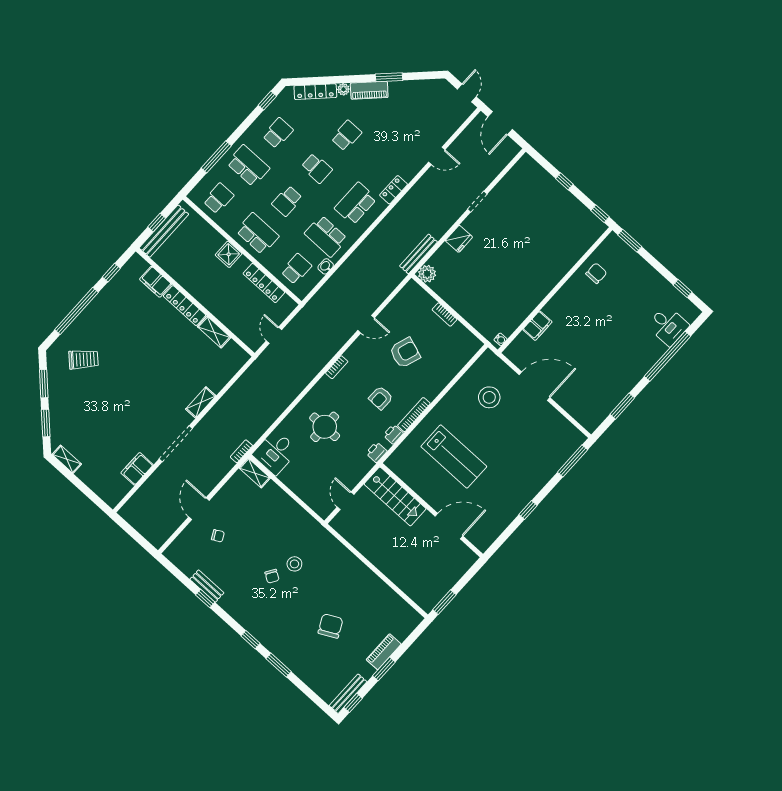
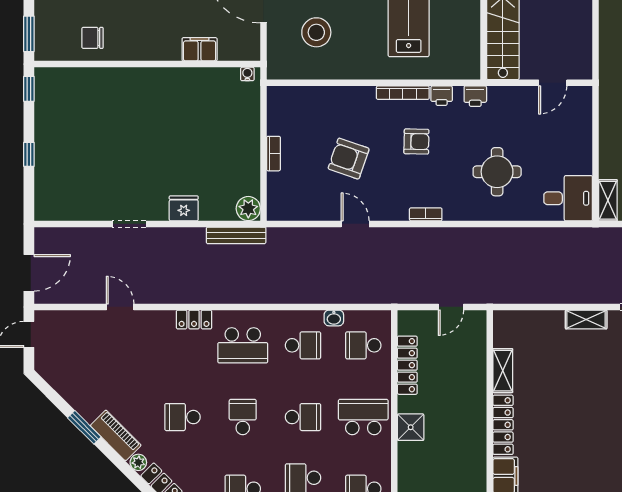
school desk: (257, 234) -> (363, 417), turned 90
school desk: (326, 236) -> (303, 345), width x0.54
bookcase: (241, 451) -> (598, 234), removed

